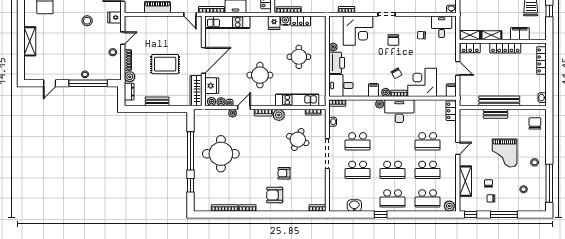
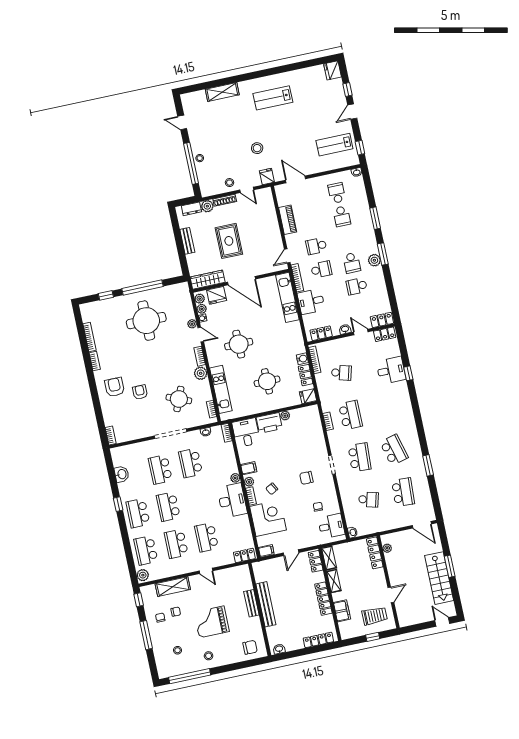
fridge: (274, 23) -> (308, 396), moved
corner desk: (358, 31) -> (308, 438), removed

